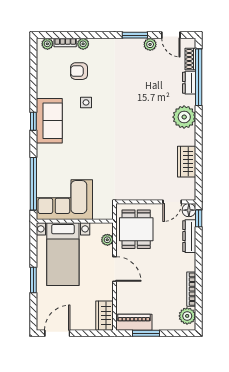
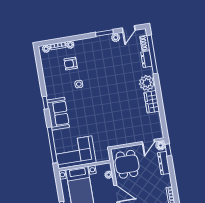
door: (171, 35) -> (129, 29), hinge flipped
sofa: (49, 121) -> (58, 114), moved
wardrobe: (187, 162) -> (152, 102), moved

